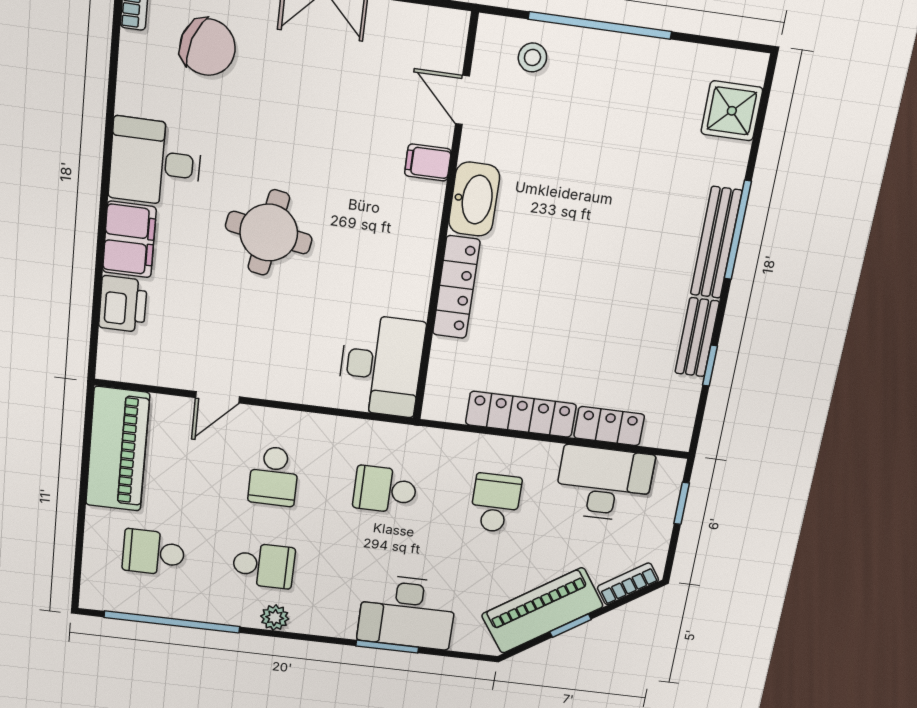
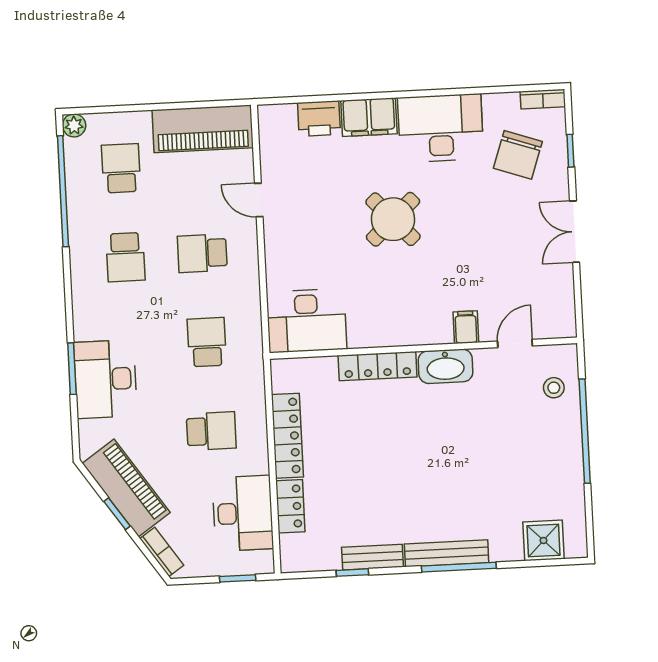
desk: (155, 162) -> (441, 128), width x1.37
round table: (269, 233) -> (393, 219), turned 37
plant: (275, 618) -> (74, 125), moved

